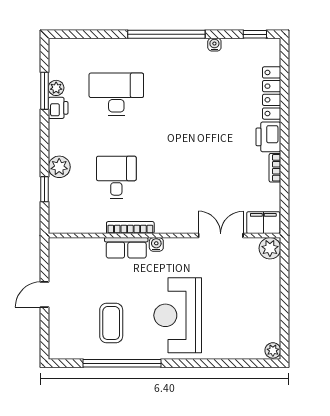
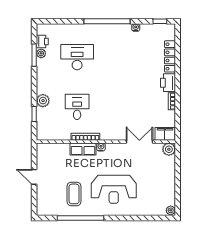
printer: (58, 108) -> (42, 41), moved
door: (44, 295) -> (34, 177), hinge flipped
reception desk: (178, 315) -> (114, 189), turned -90

